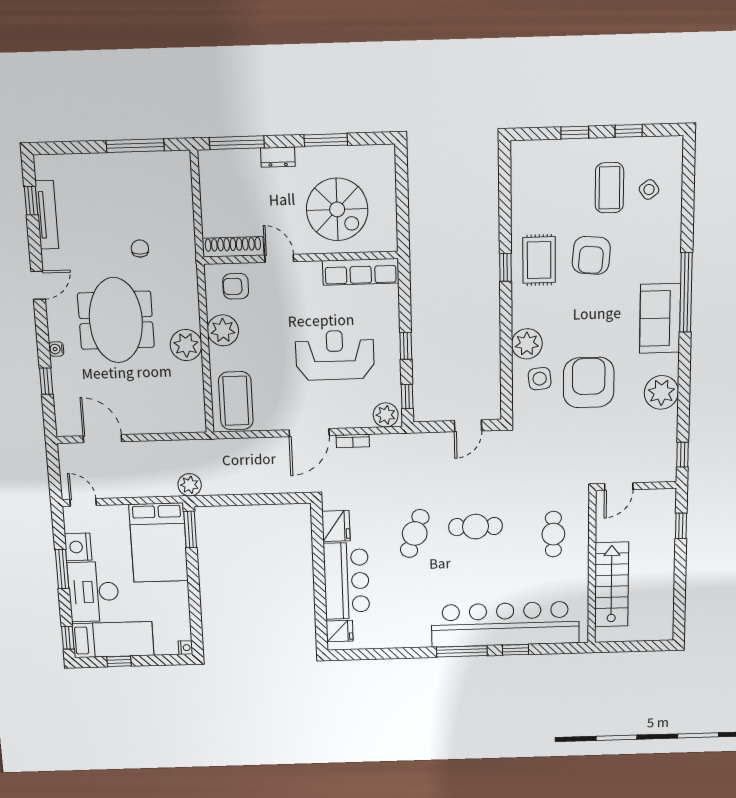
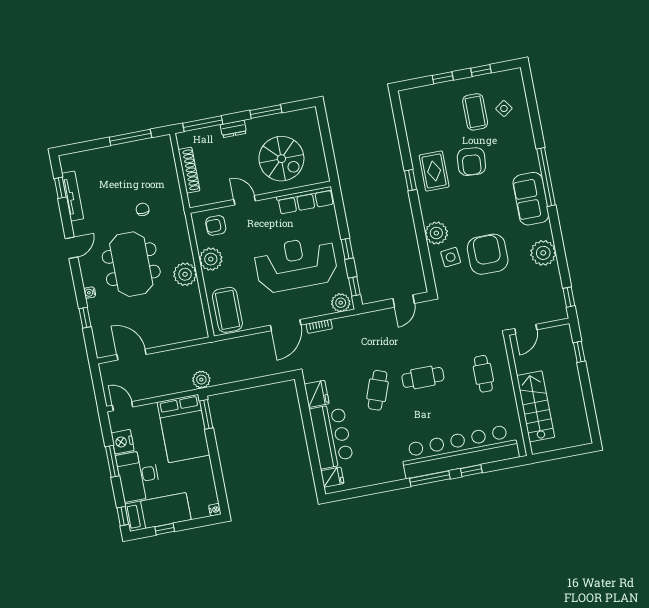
shoe rack: (233, 247) -> (189, 170), moved, turned 90
reception desk: (335, 355) -> (296, 264), width x1.36, depth x1.30

